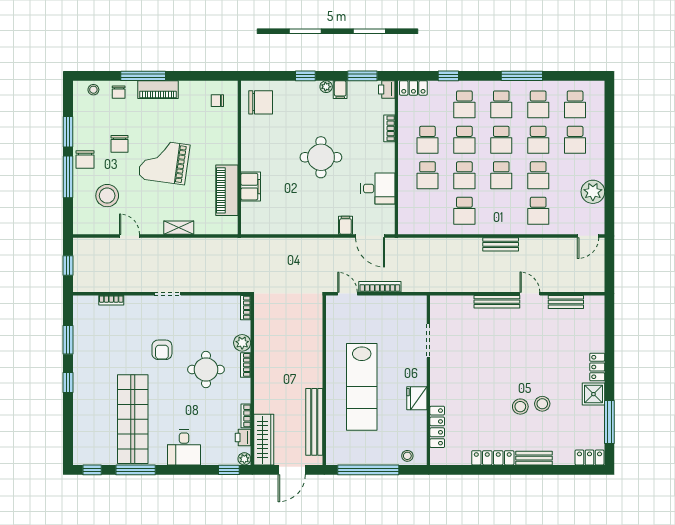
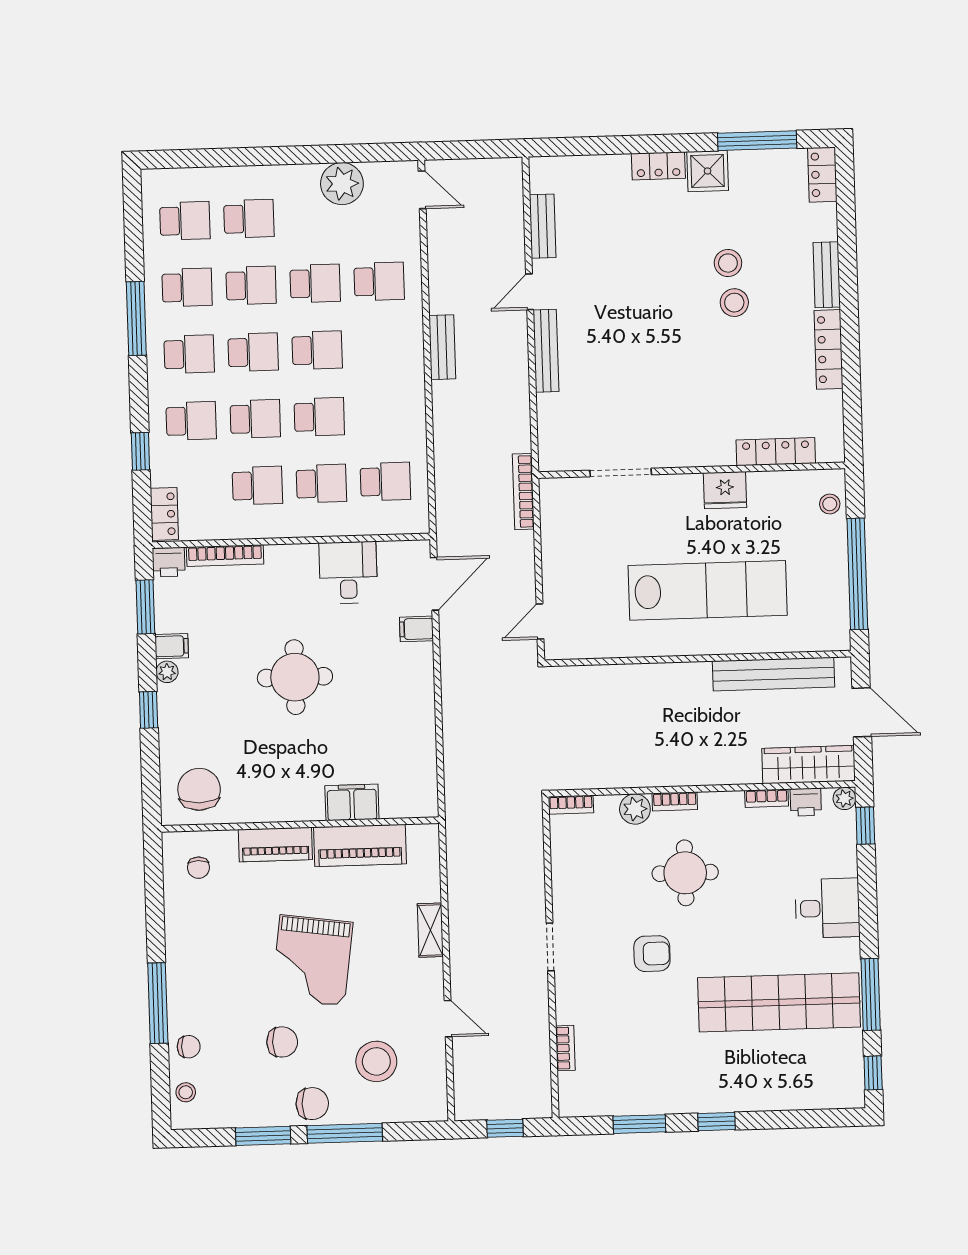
piano: (158, 90) -> (275, 845), moved, turned 90
bookcase: (389, 128) -> (225, 556), width x1.56
school desk: (464, 211) -> (385, 482), moved
door: (130, 236) -> (448, 1019), swing flipped
bookcase: (380, 287) -> (523, 492), moved

